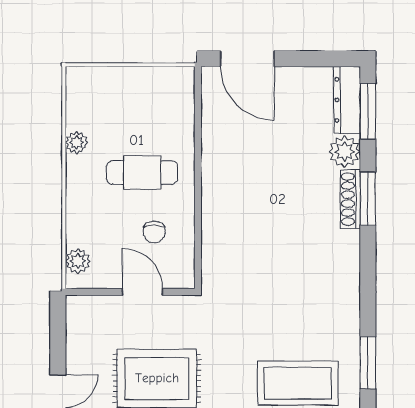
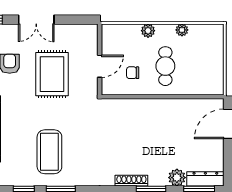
shoe rack: (350, 199) -> (131, 181), moved
plant: (78, 261) -> (148, 31), moved

